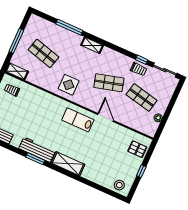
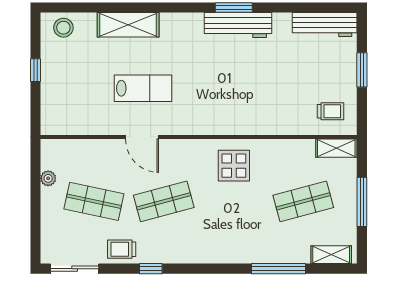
shelving: (92, 45) -> (331, 255), moved
shop shelf: (44, 53) -> (303, 201), turned -30
window: (142, 60) -> (151, 269), moved
lab bench: (78, 120) -> (143, 88), moved
pallet: (137, 149) -> (60, 106), removed
shelving: (68, 164) -> (128, 25), moved

